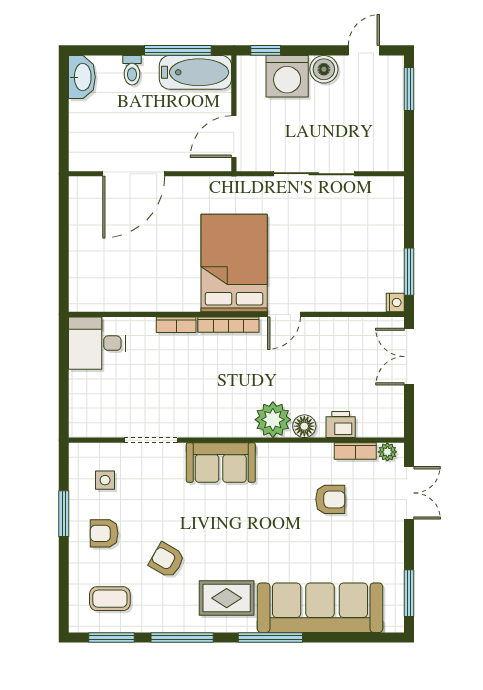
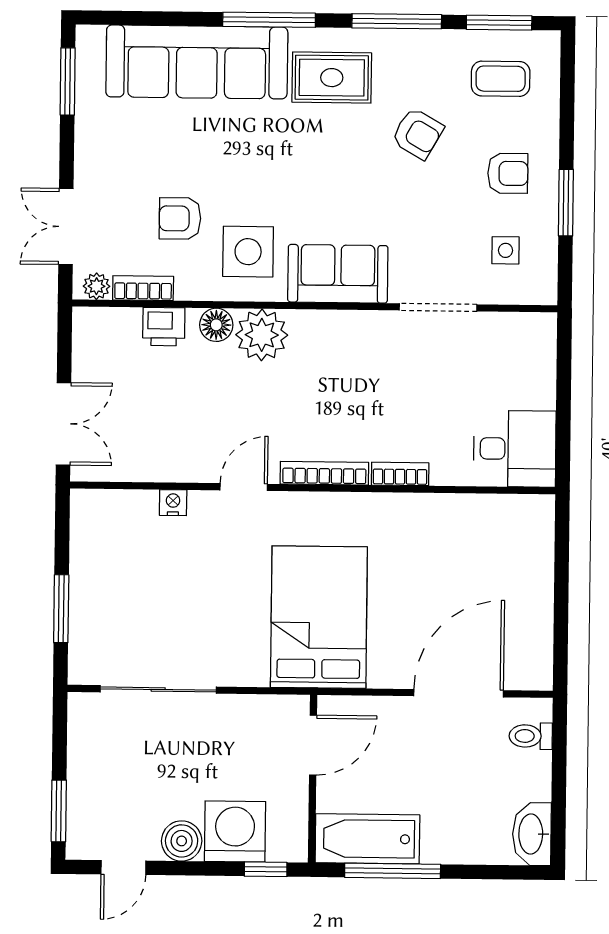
toilet: (132, 70) -> (531, 736), moved, turned -90
sliding door: (314, 174) -> (158, 689), moved
bed: (234, 263) -> (319, 617), moved, turned 180
window: (409, 272) -> (61, 609), moved
nightstand: (395, 302) -> (173, 503), moved, turned 90
side table: (283, 477) -> (248, 252), added

